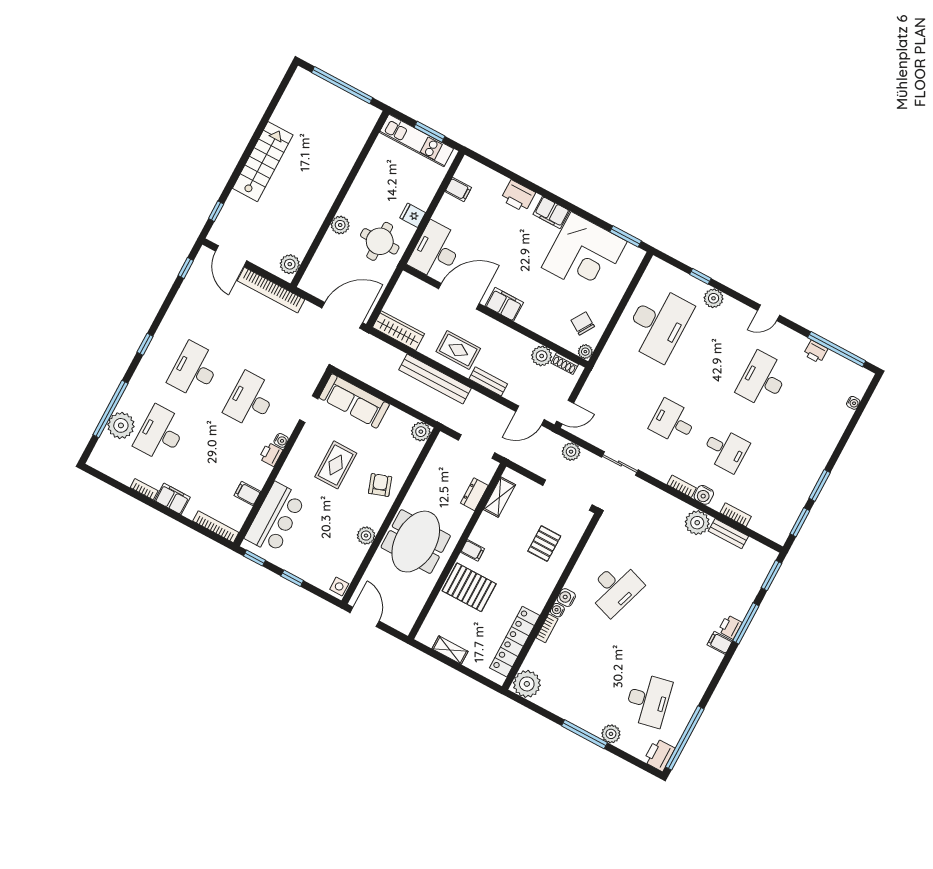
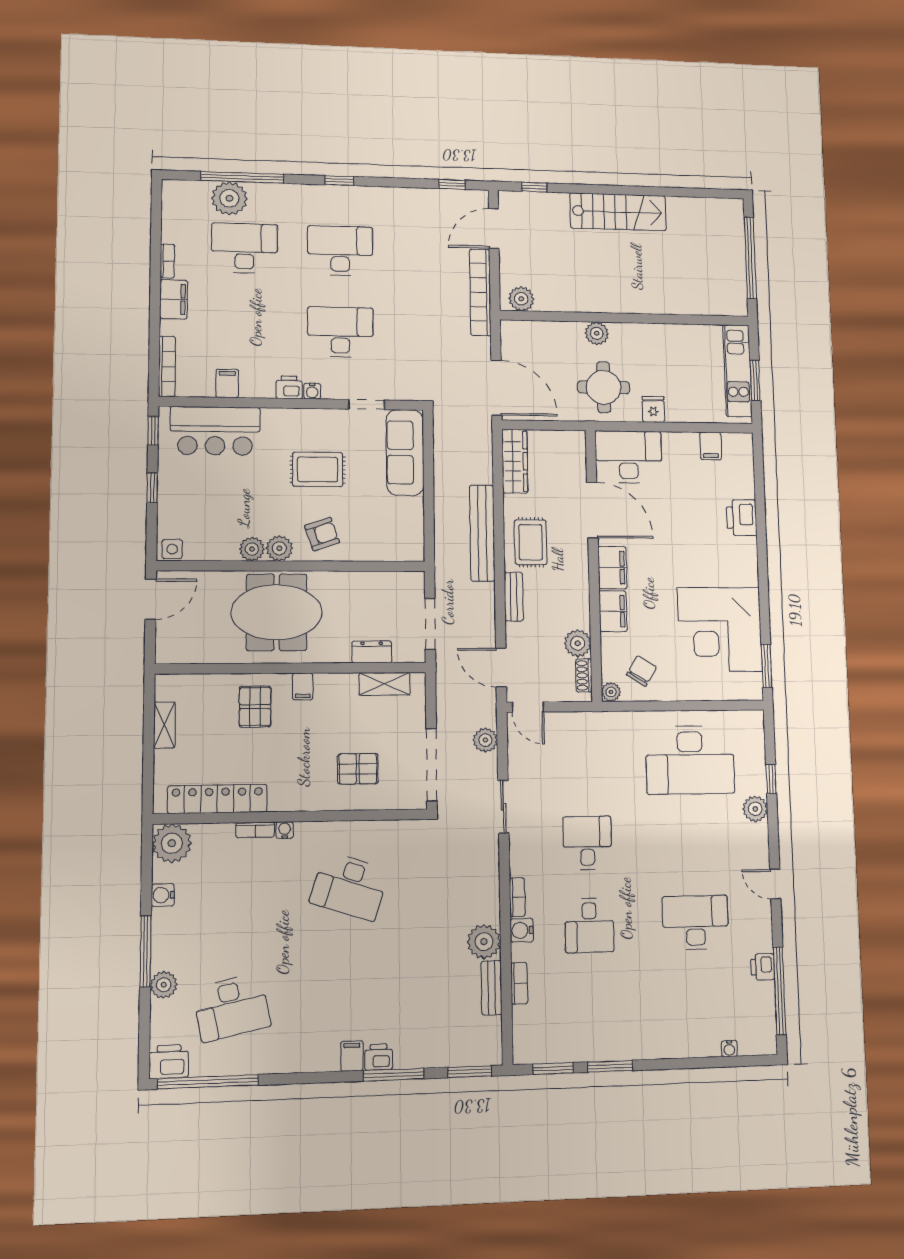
filing cabinet: (551, 212) -> (613, 611), moved, turned 180
plant: (421, 432) -> (279, 548), moved
pallet: (469, 587) -> (255, 707), width x0.67, depth x0.71
water cooler: (566, 598) -> (163, 895), moved, turned -90

